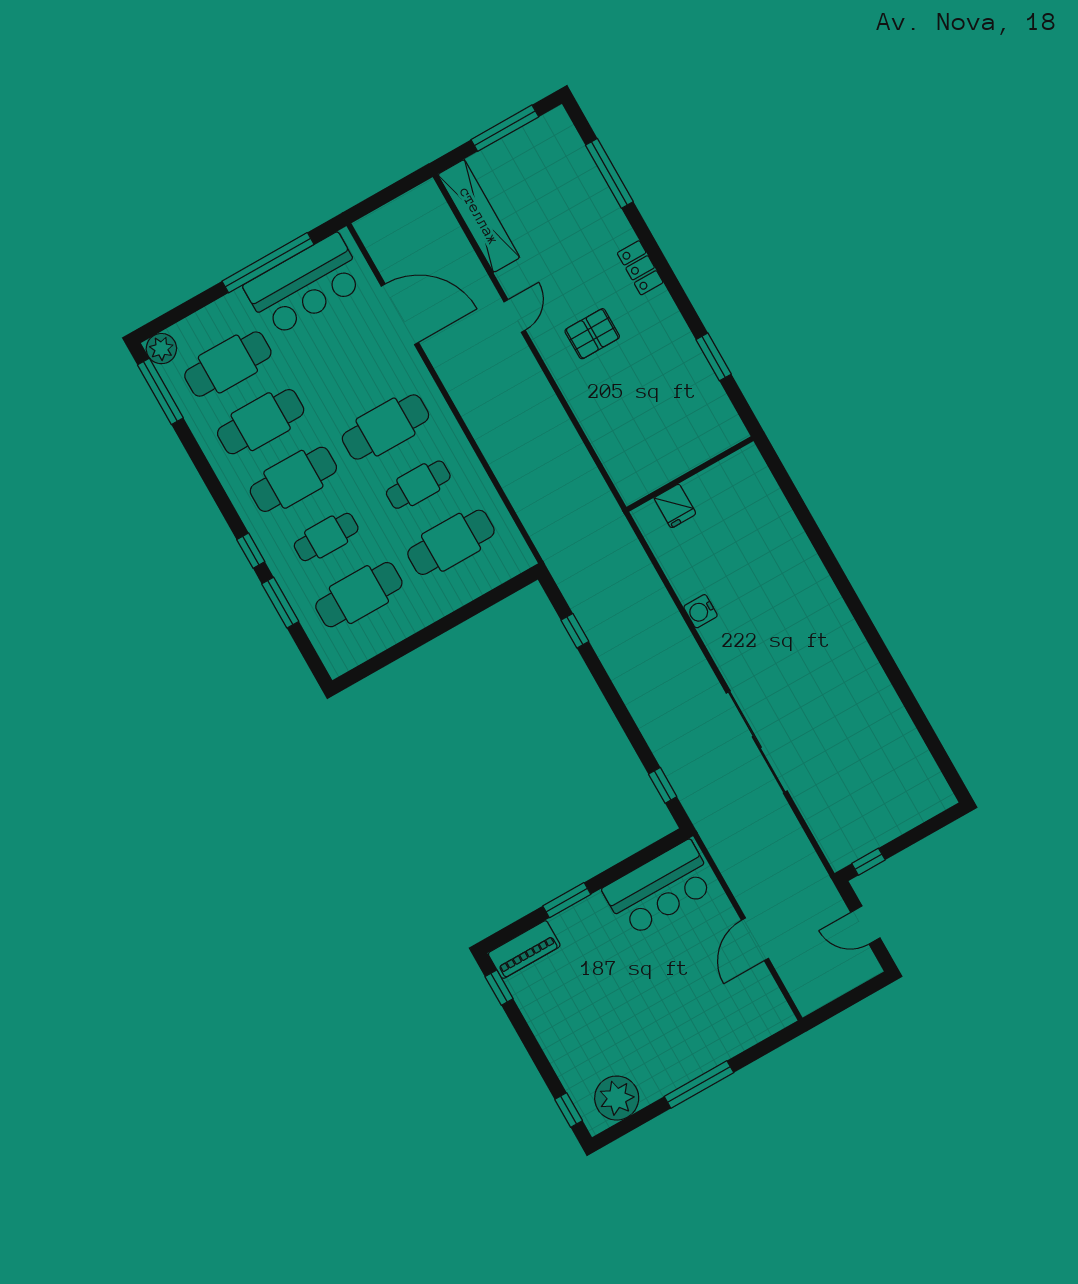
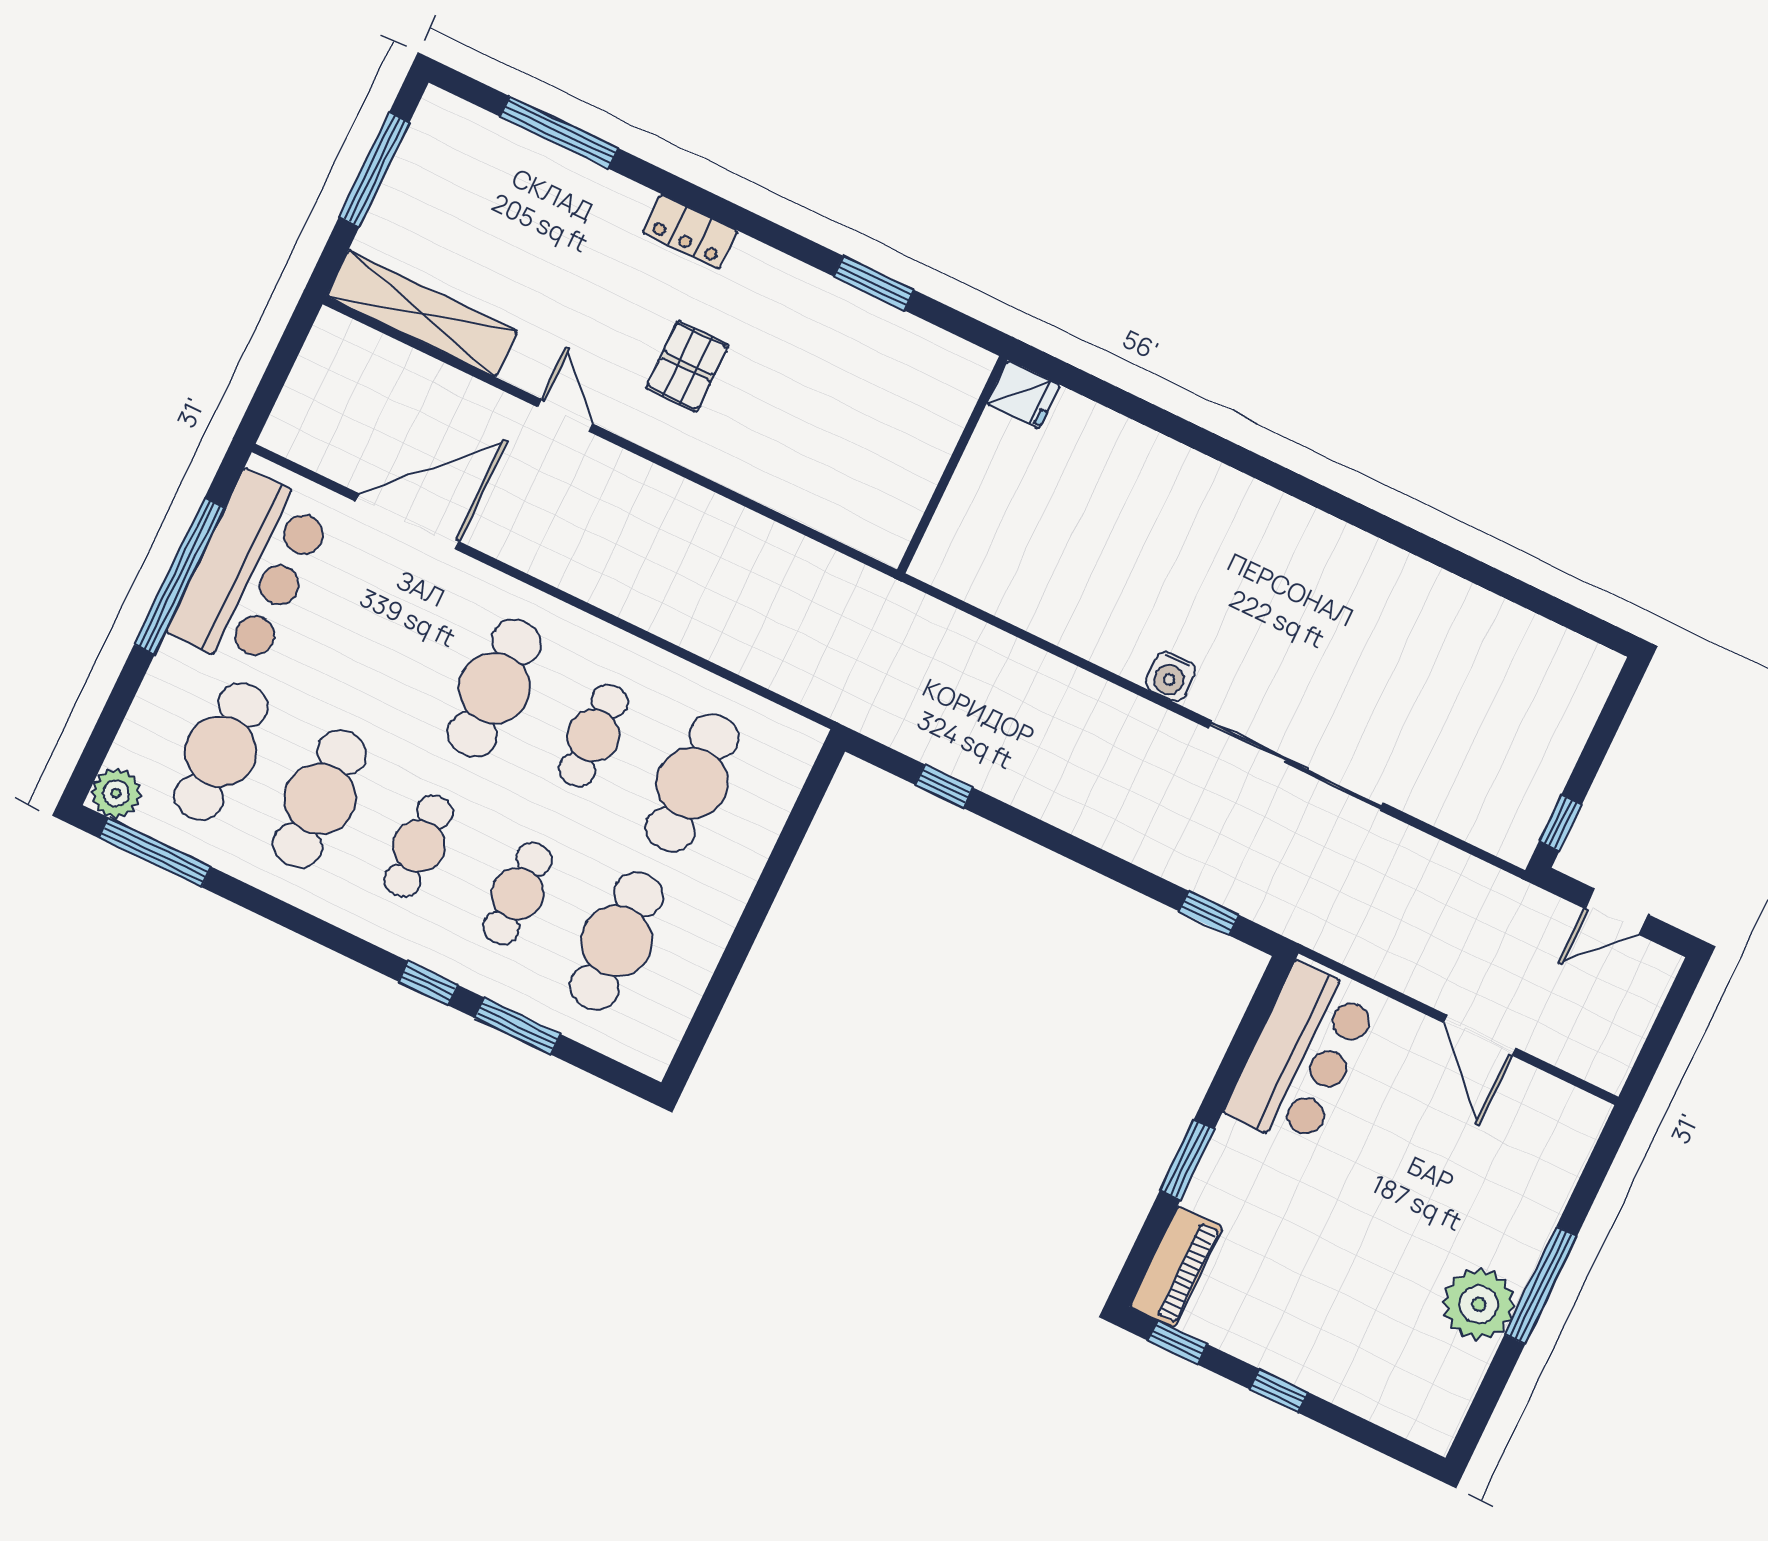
cafe table: (293, 479) -> (419, 846), width x0.73, depth x0.74
fridge: (675, 506) -> (1023, 394), moved
water cooler: (701, 611) -> (1170, 677), moved
plant: (617, 1098) -> (1479, 1304), moved
window: (569, 1110) -> (1279, 1391), moved

